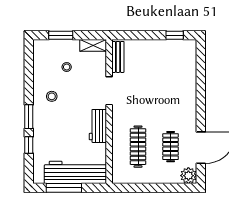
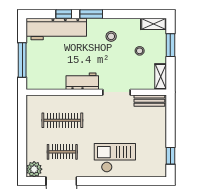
shelving: (39, 53) -> (153, 24), added
checkout: (177, 92) -> (115, 158), added
workbench: (75, 172) -> (56, 29), moved, turned 90
window: (64, 188) -> (22, 60), moved

